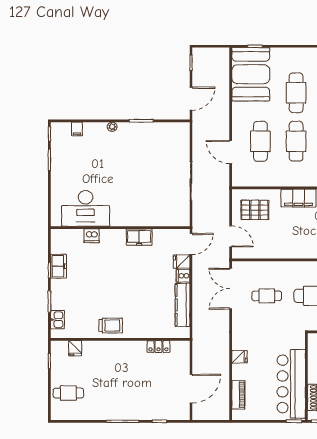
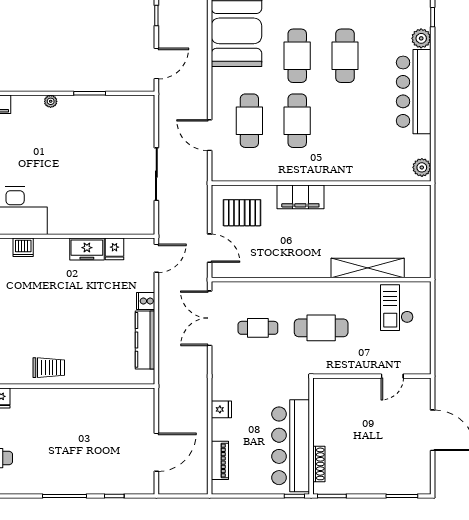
fridge: (182, 262) -> (115, 249), moved, turned -90
locker: (158, 347) -> (113, 396), removed

